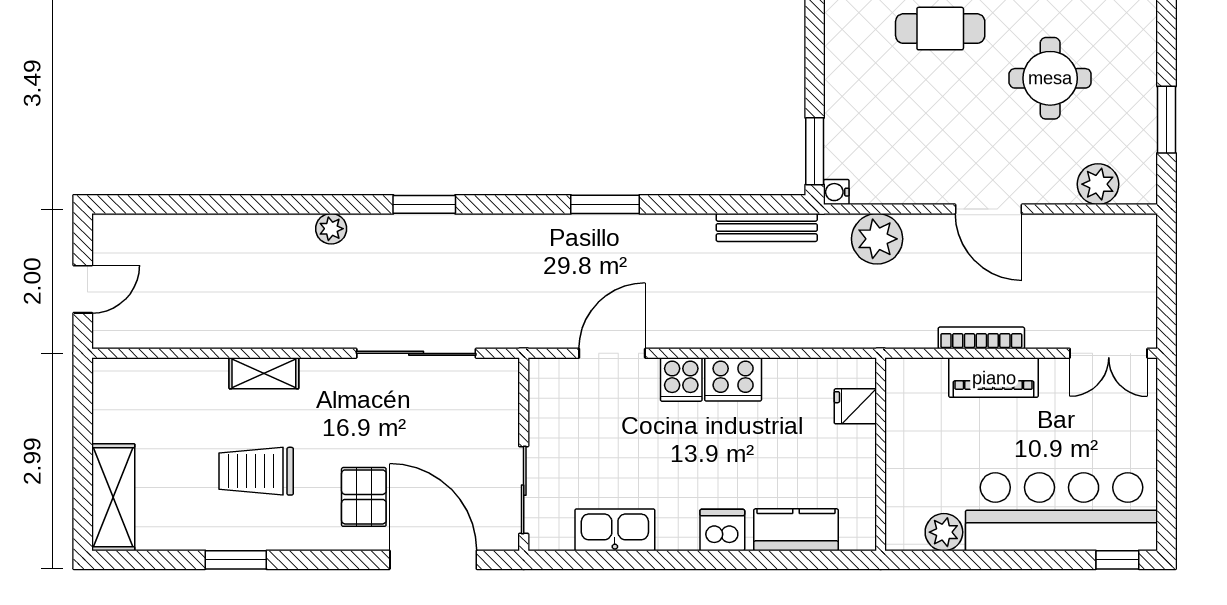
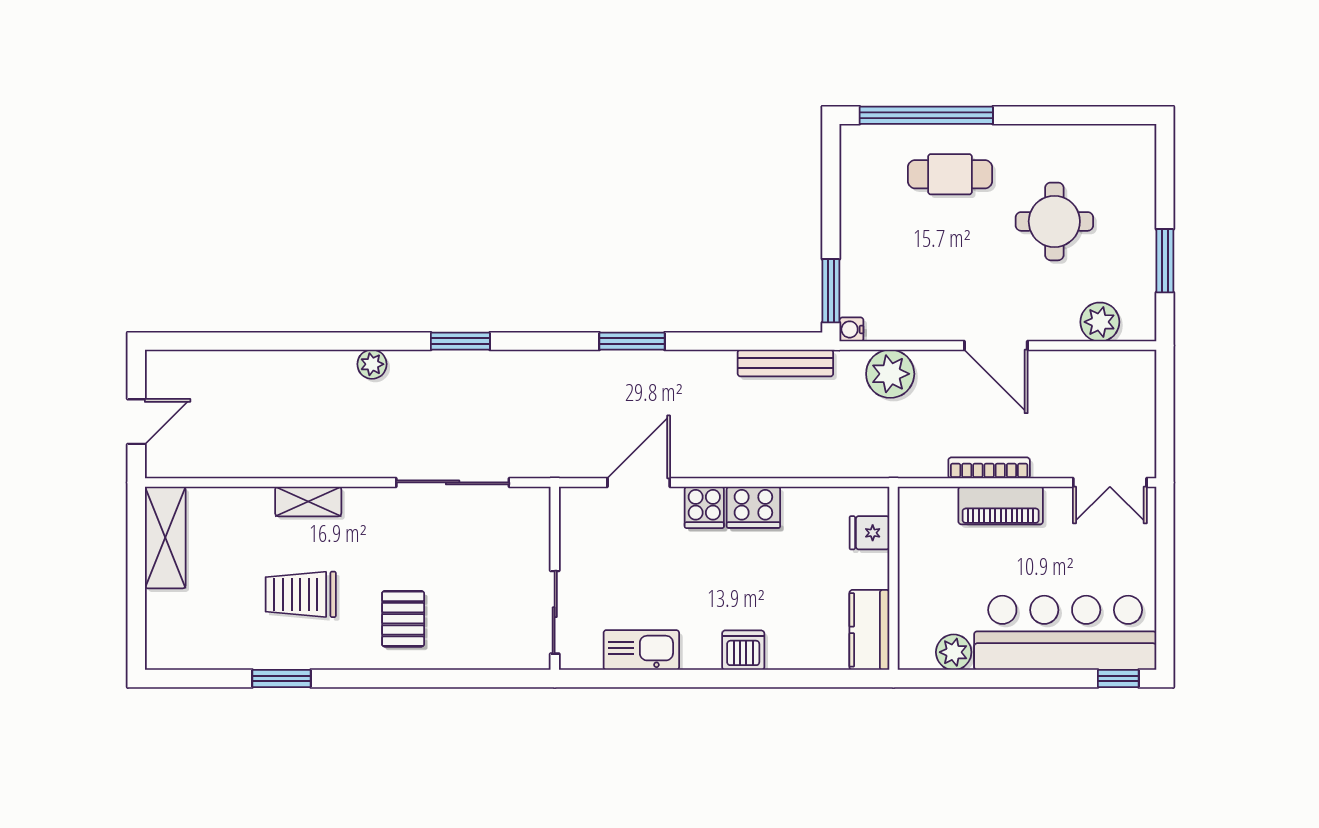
shelving: (113, 497) -> (165, 537), moved
kitchen counter: (796, 530) -> (869, 630), moved, turned -90
door: (433, 560) -> (469, 679), removed

